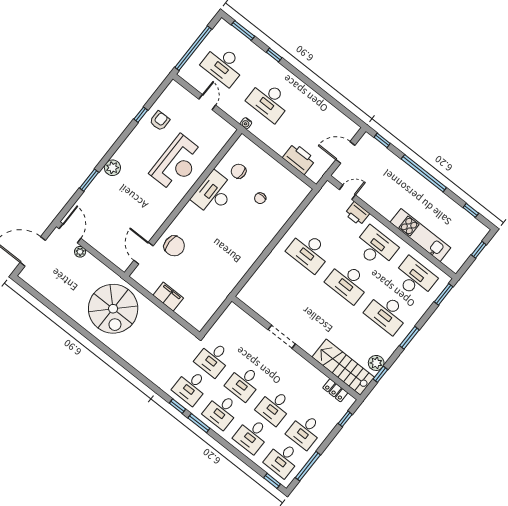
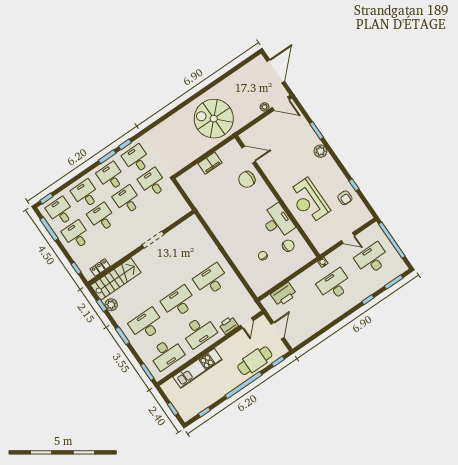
cafe table: (390, 169) -> (255, 361), added

